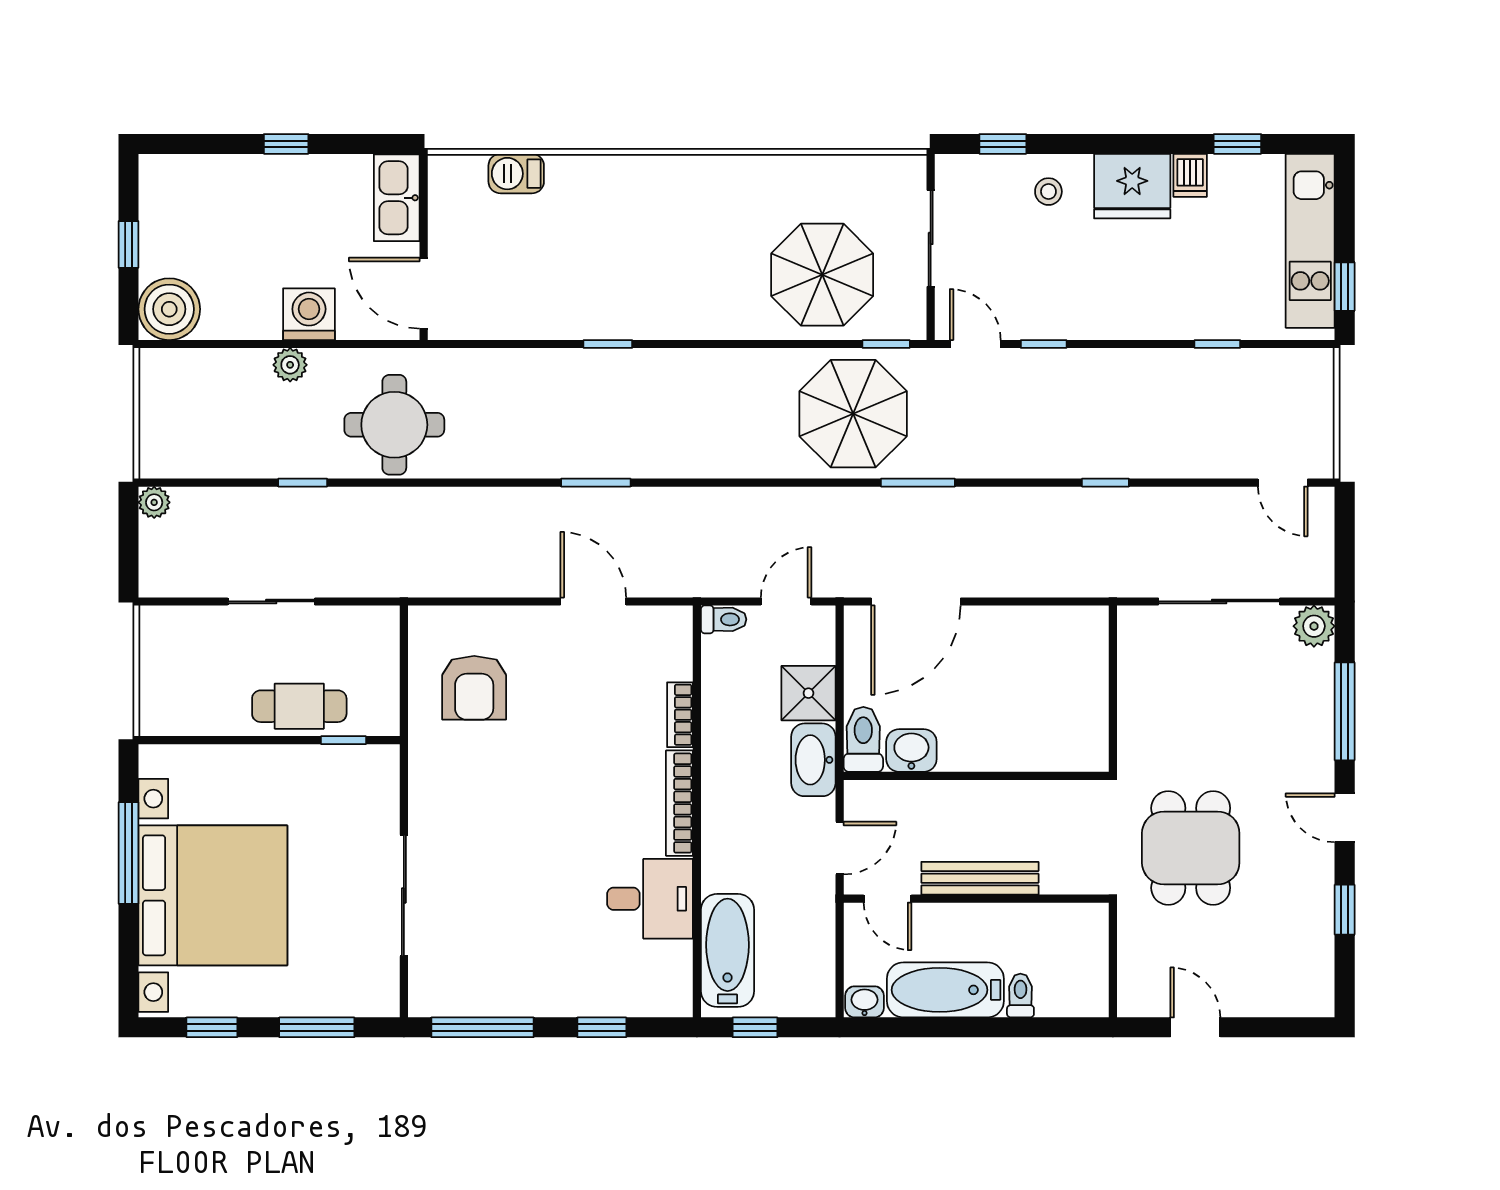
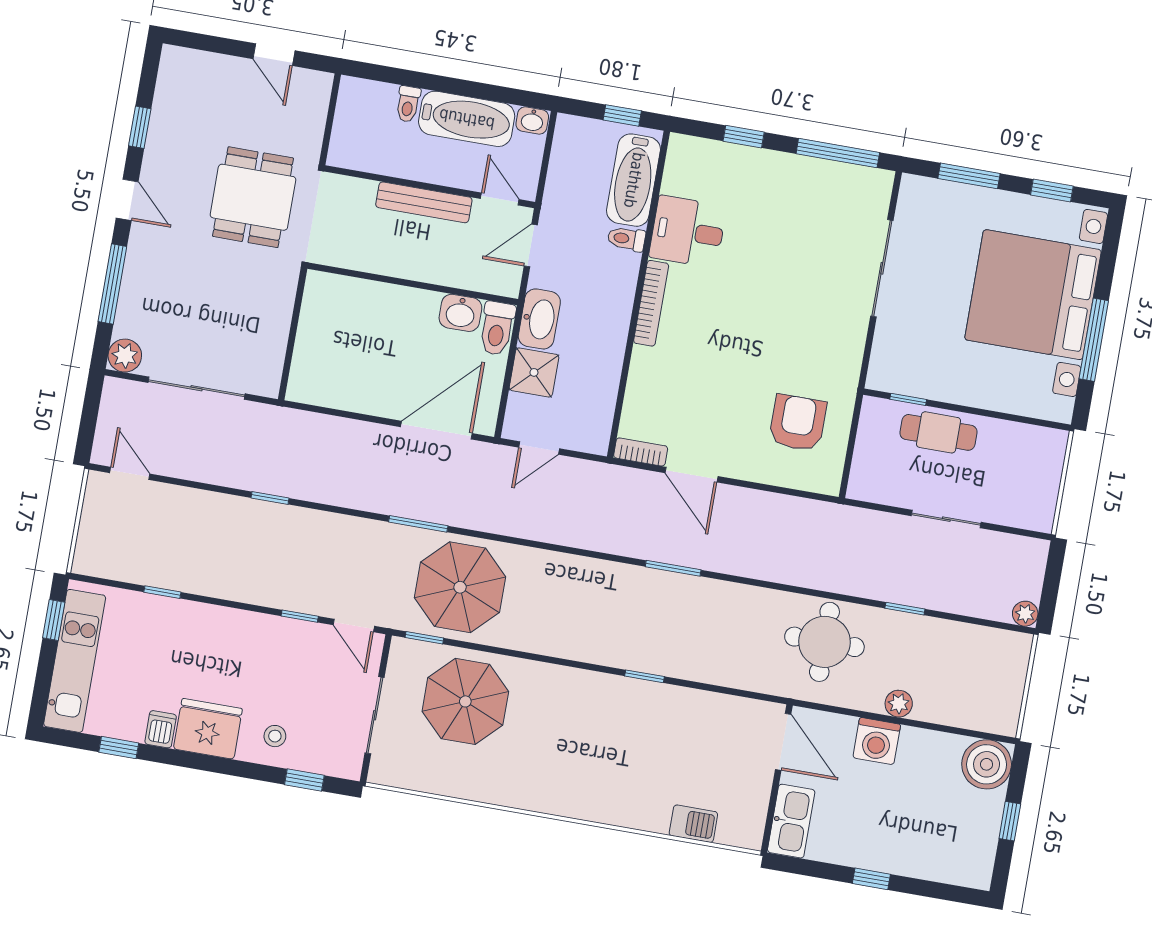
toilet: (724, 619) -> (626, 239), moved
bookcase: (680, 715) -> (641, 452), moved, turned -90

